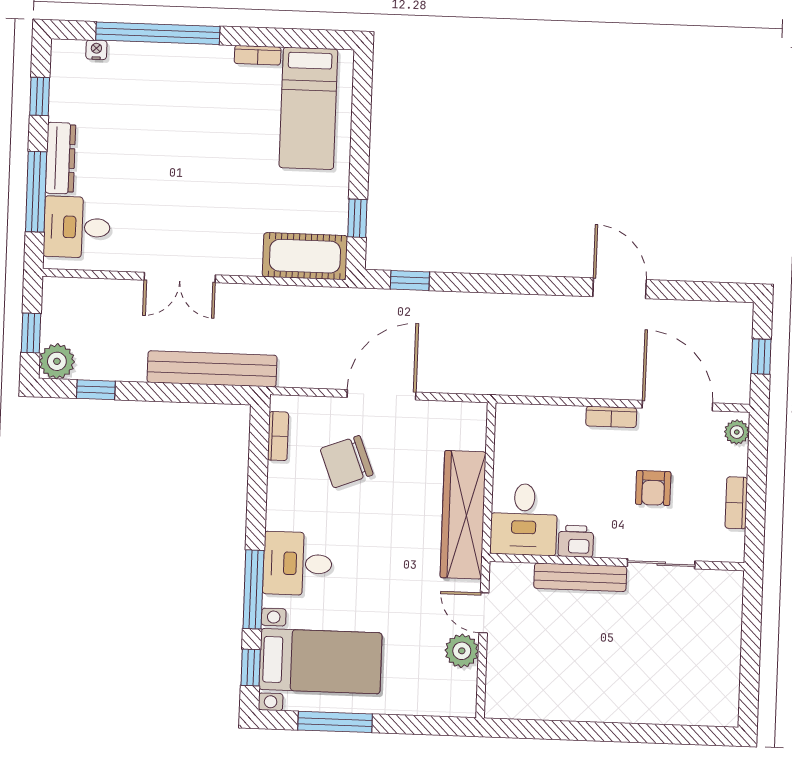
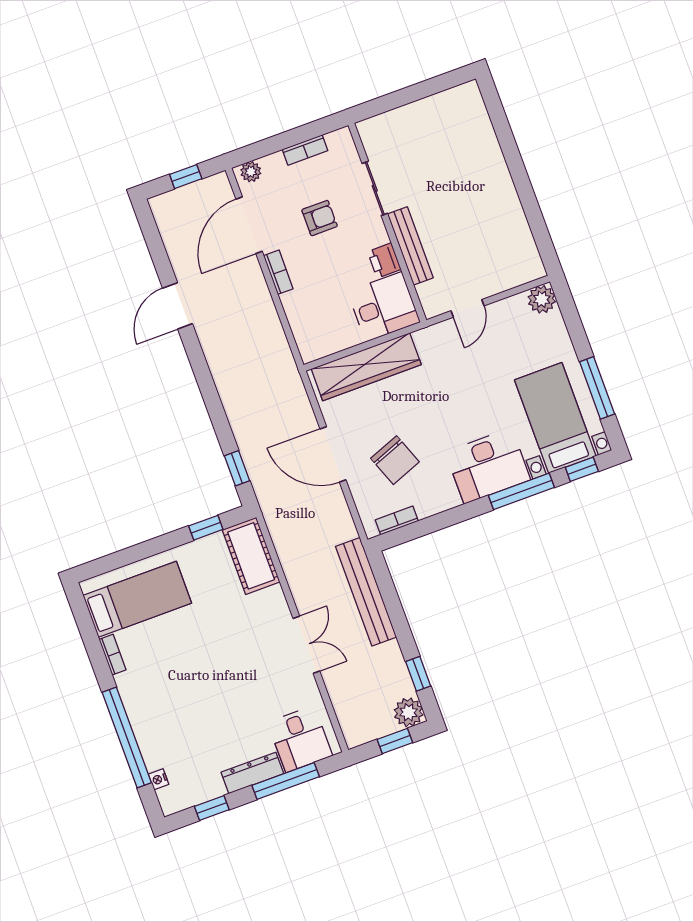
wardrobe: (463, 515) -> (366, 367), moved
desk: (297, 564) -> (488, 466), width x1.37
plant: (462, 651) -> (542, 299), moved

